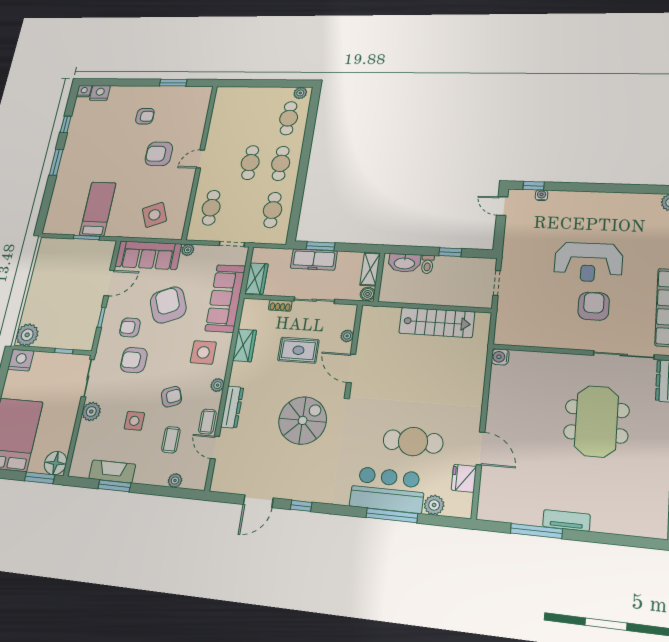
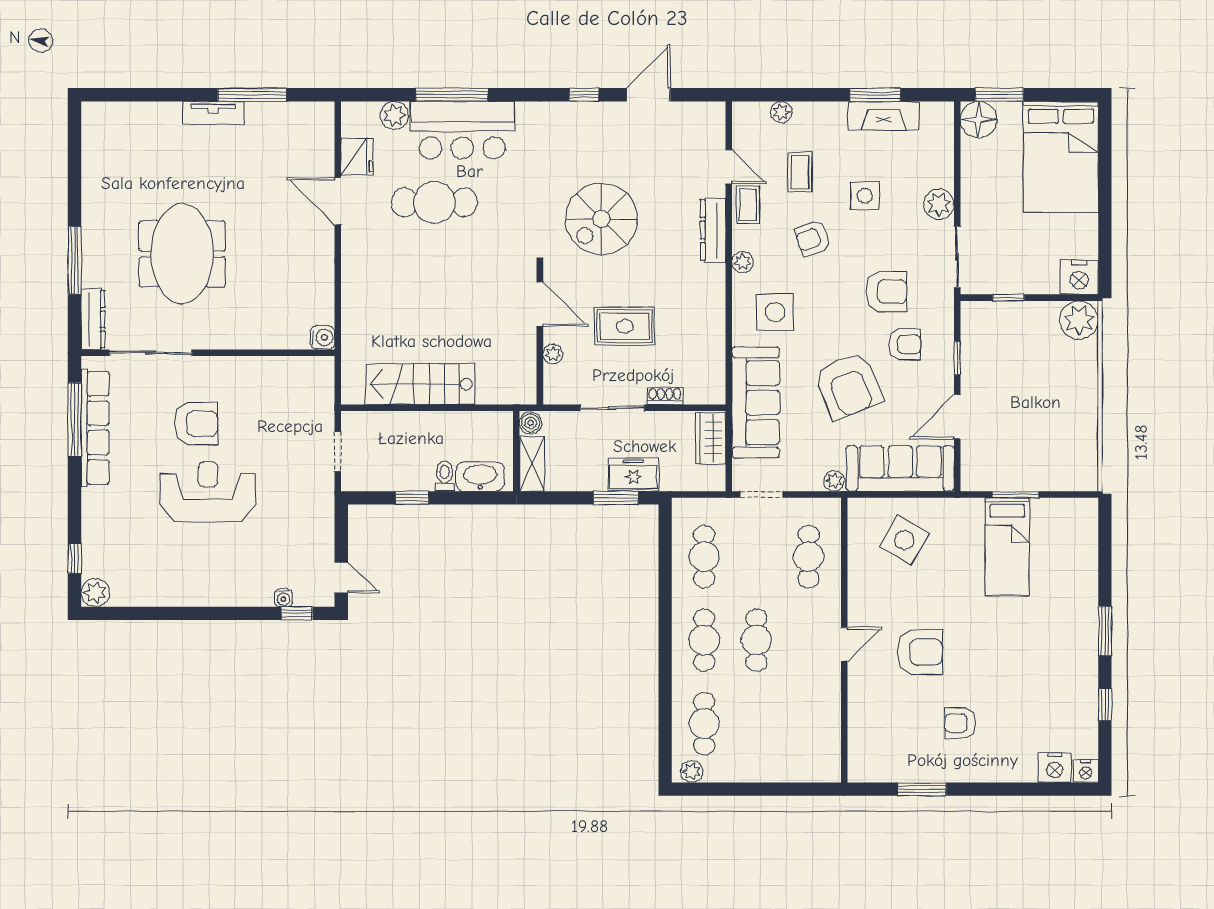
side table: (154, 215) -> (904, 540), turned -38
freezer: (314, 260) -> (633, 475), width x0.71
armchair: (594, 306) -> (196, 424), turned -90
wardrobe: (245, 345) -> (711, 328), removed

